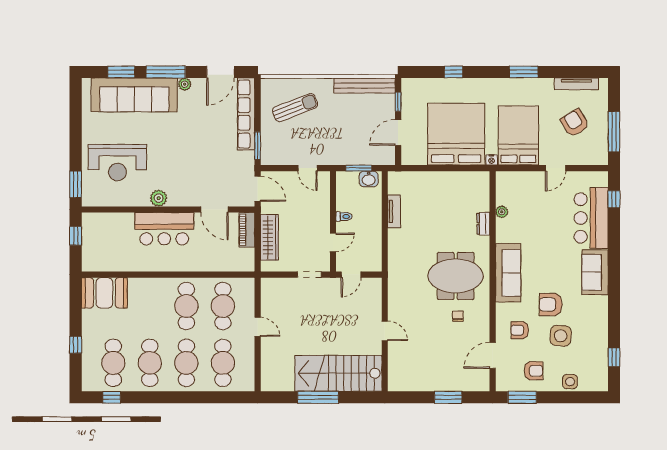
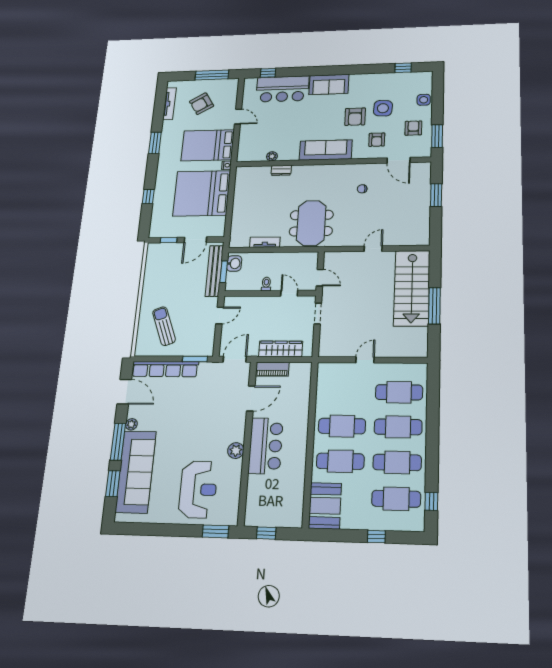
bench: (365, 85) -> (214, 271), moved
door: (398, 132) -> (195, 240), hinge flipped
meeting table: (456, 276) -> (311, 223), moved
cafe table: (223, 306) -> (340, 461), moved

